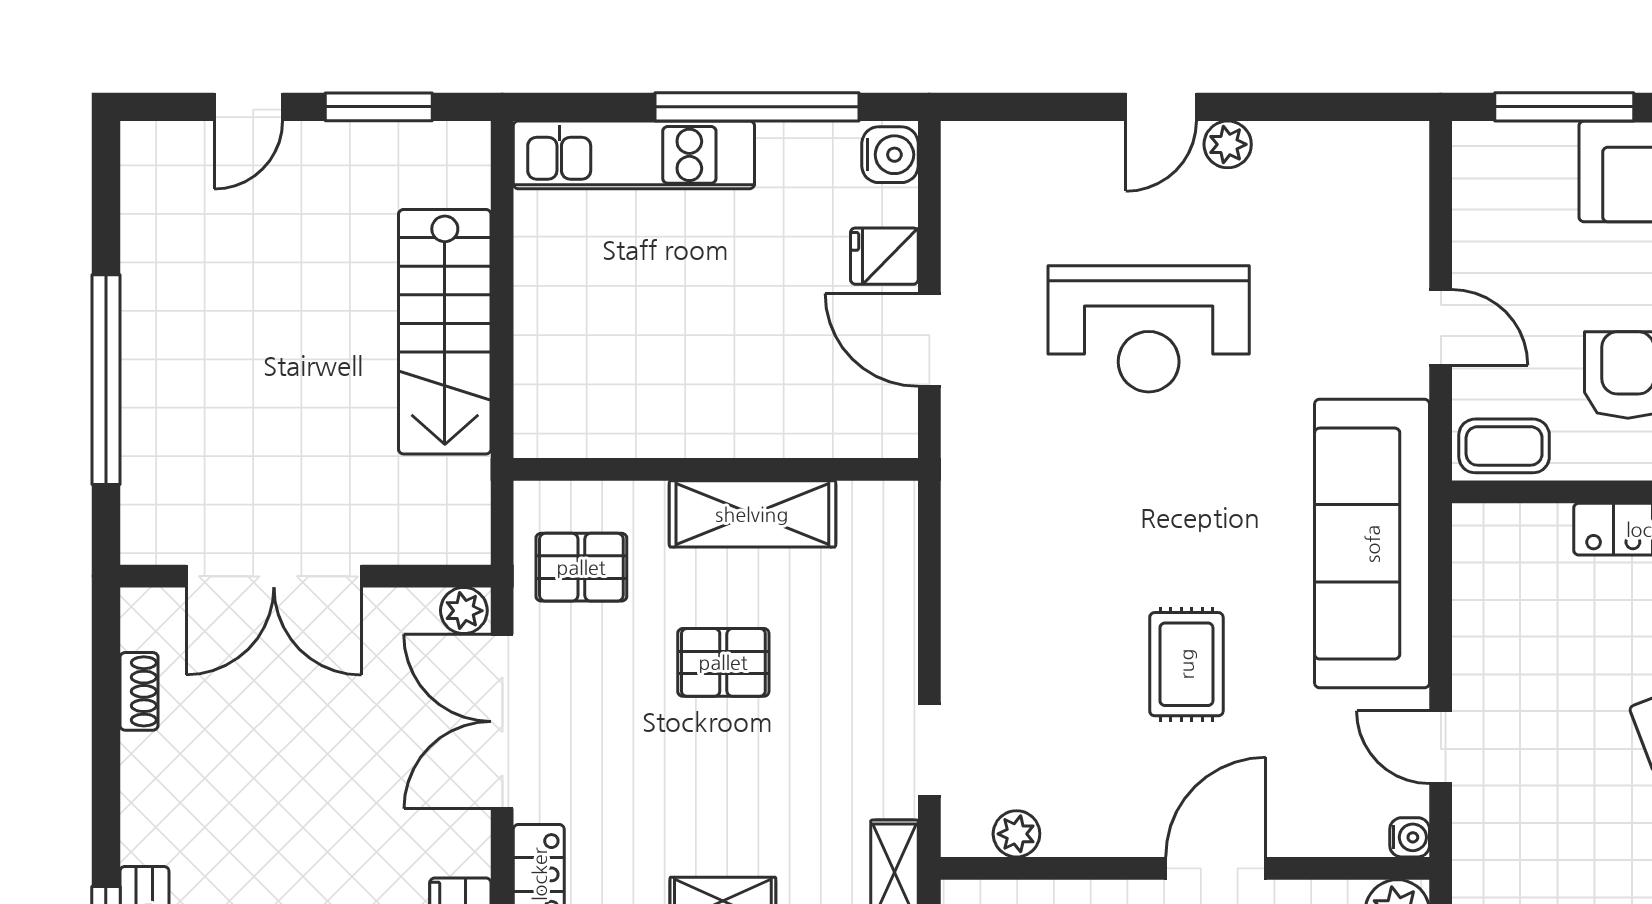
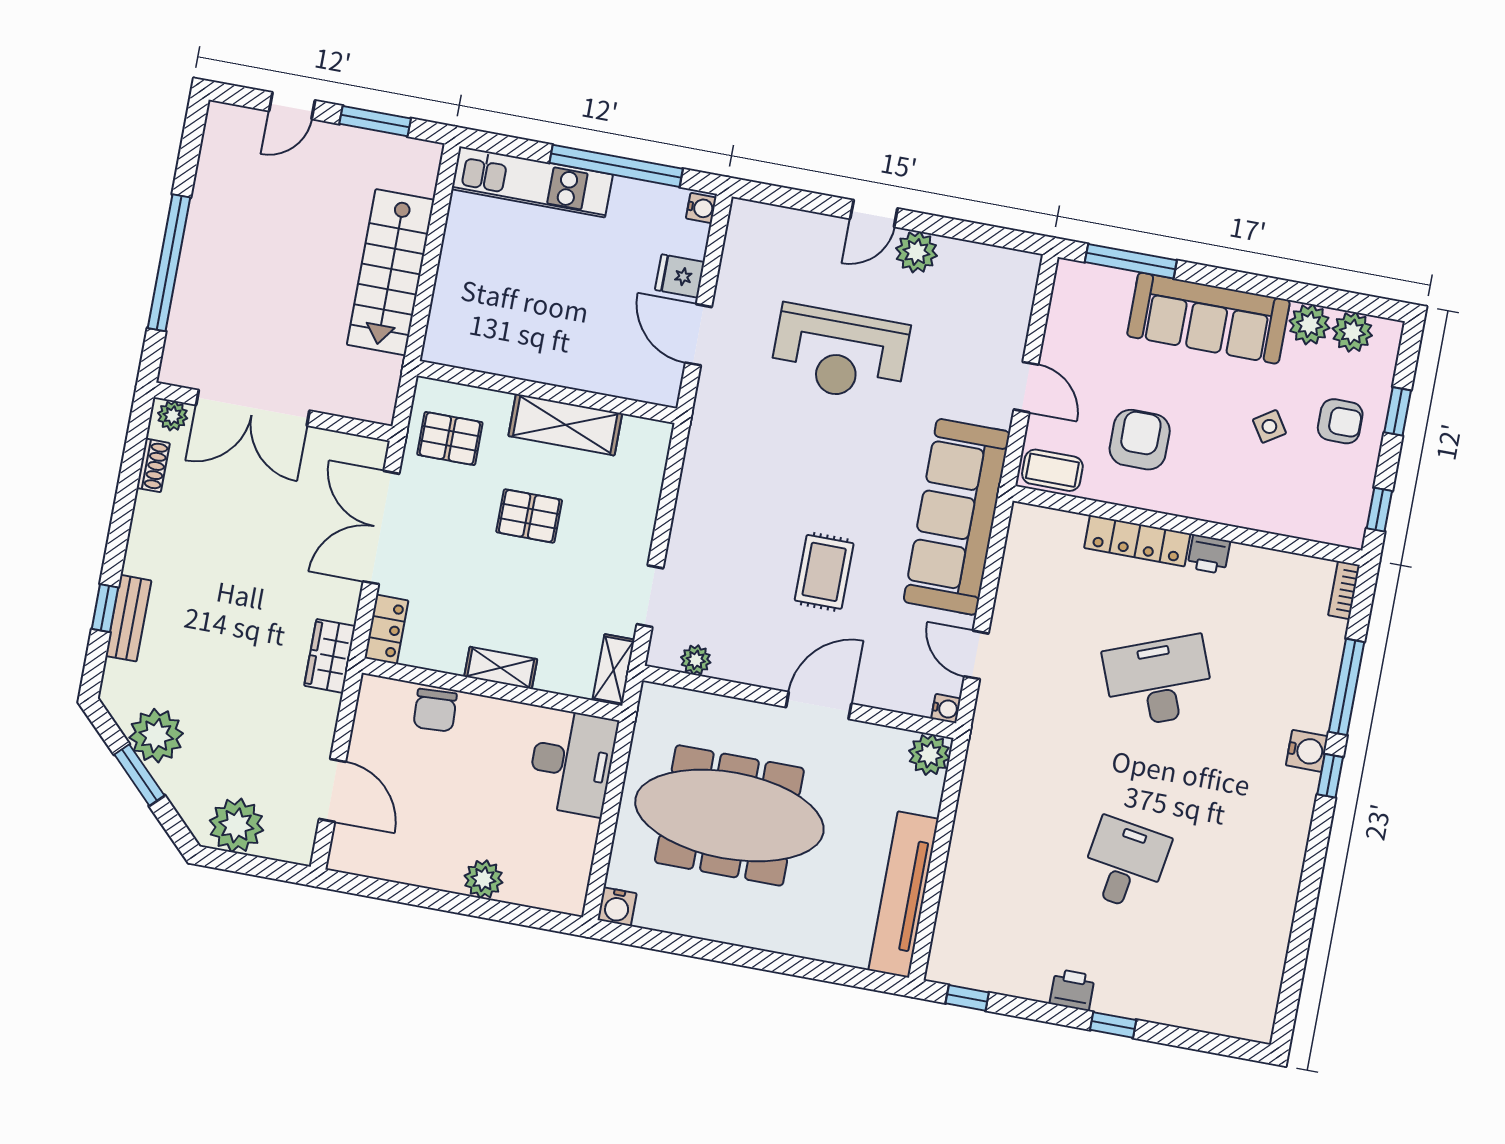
plant: (1228, 144) -> (916, 252), width x1.38, depth x1.38
water cooler: (890, 155) -> (701, 208), width x0.72, depth x0.72
plant: (464, 611) -> (173, 416), moved

